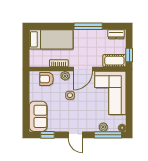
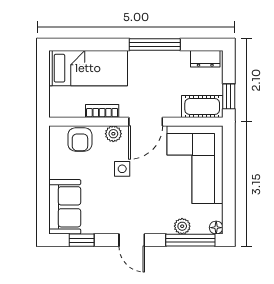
armchair: (47, 79) -> (80, 139), turned -90

